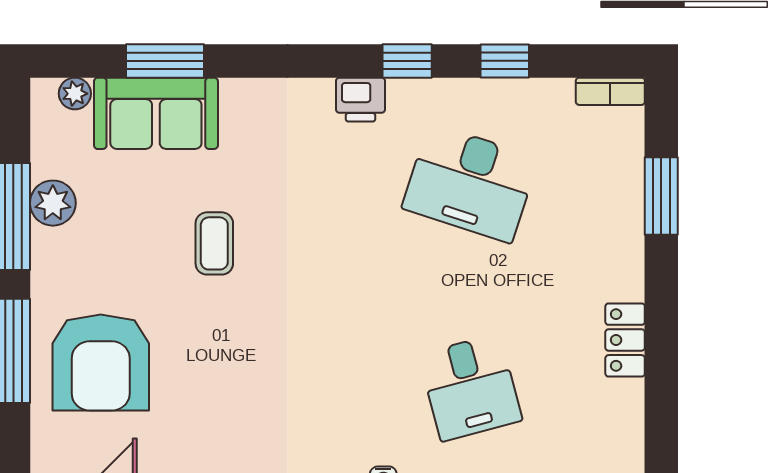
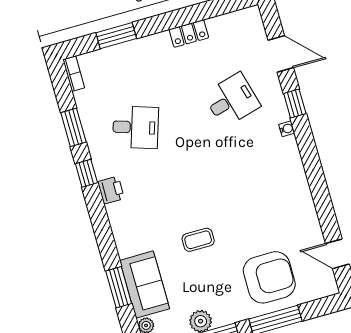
window: (505, 61) -> (73, 127), width x1.50
desk: (470, 183) -> (136, 127), width x0.73

